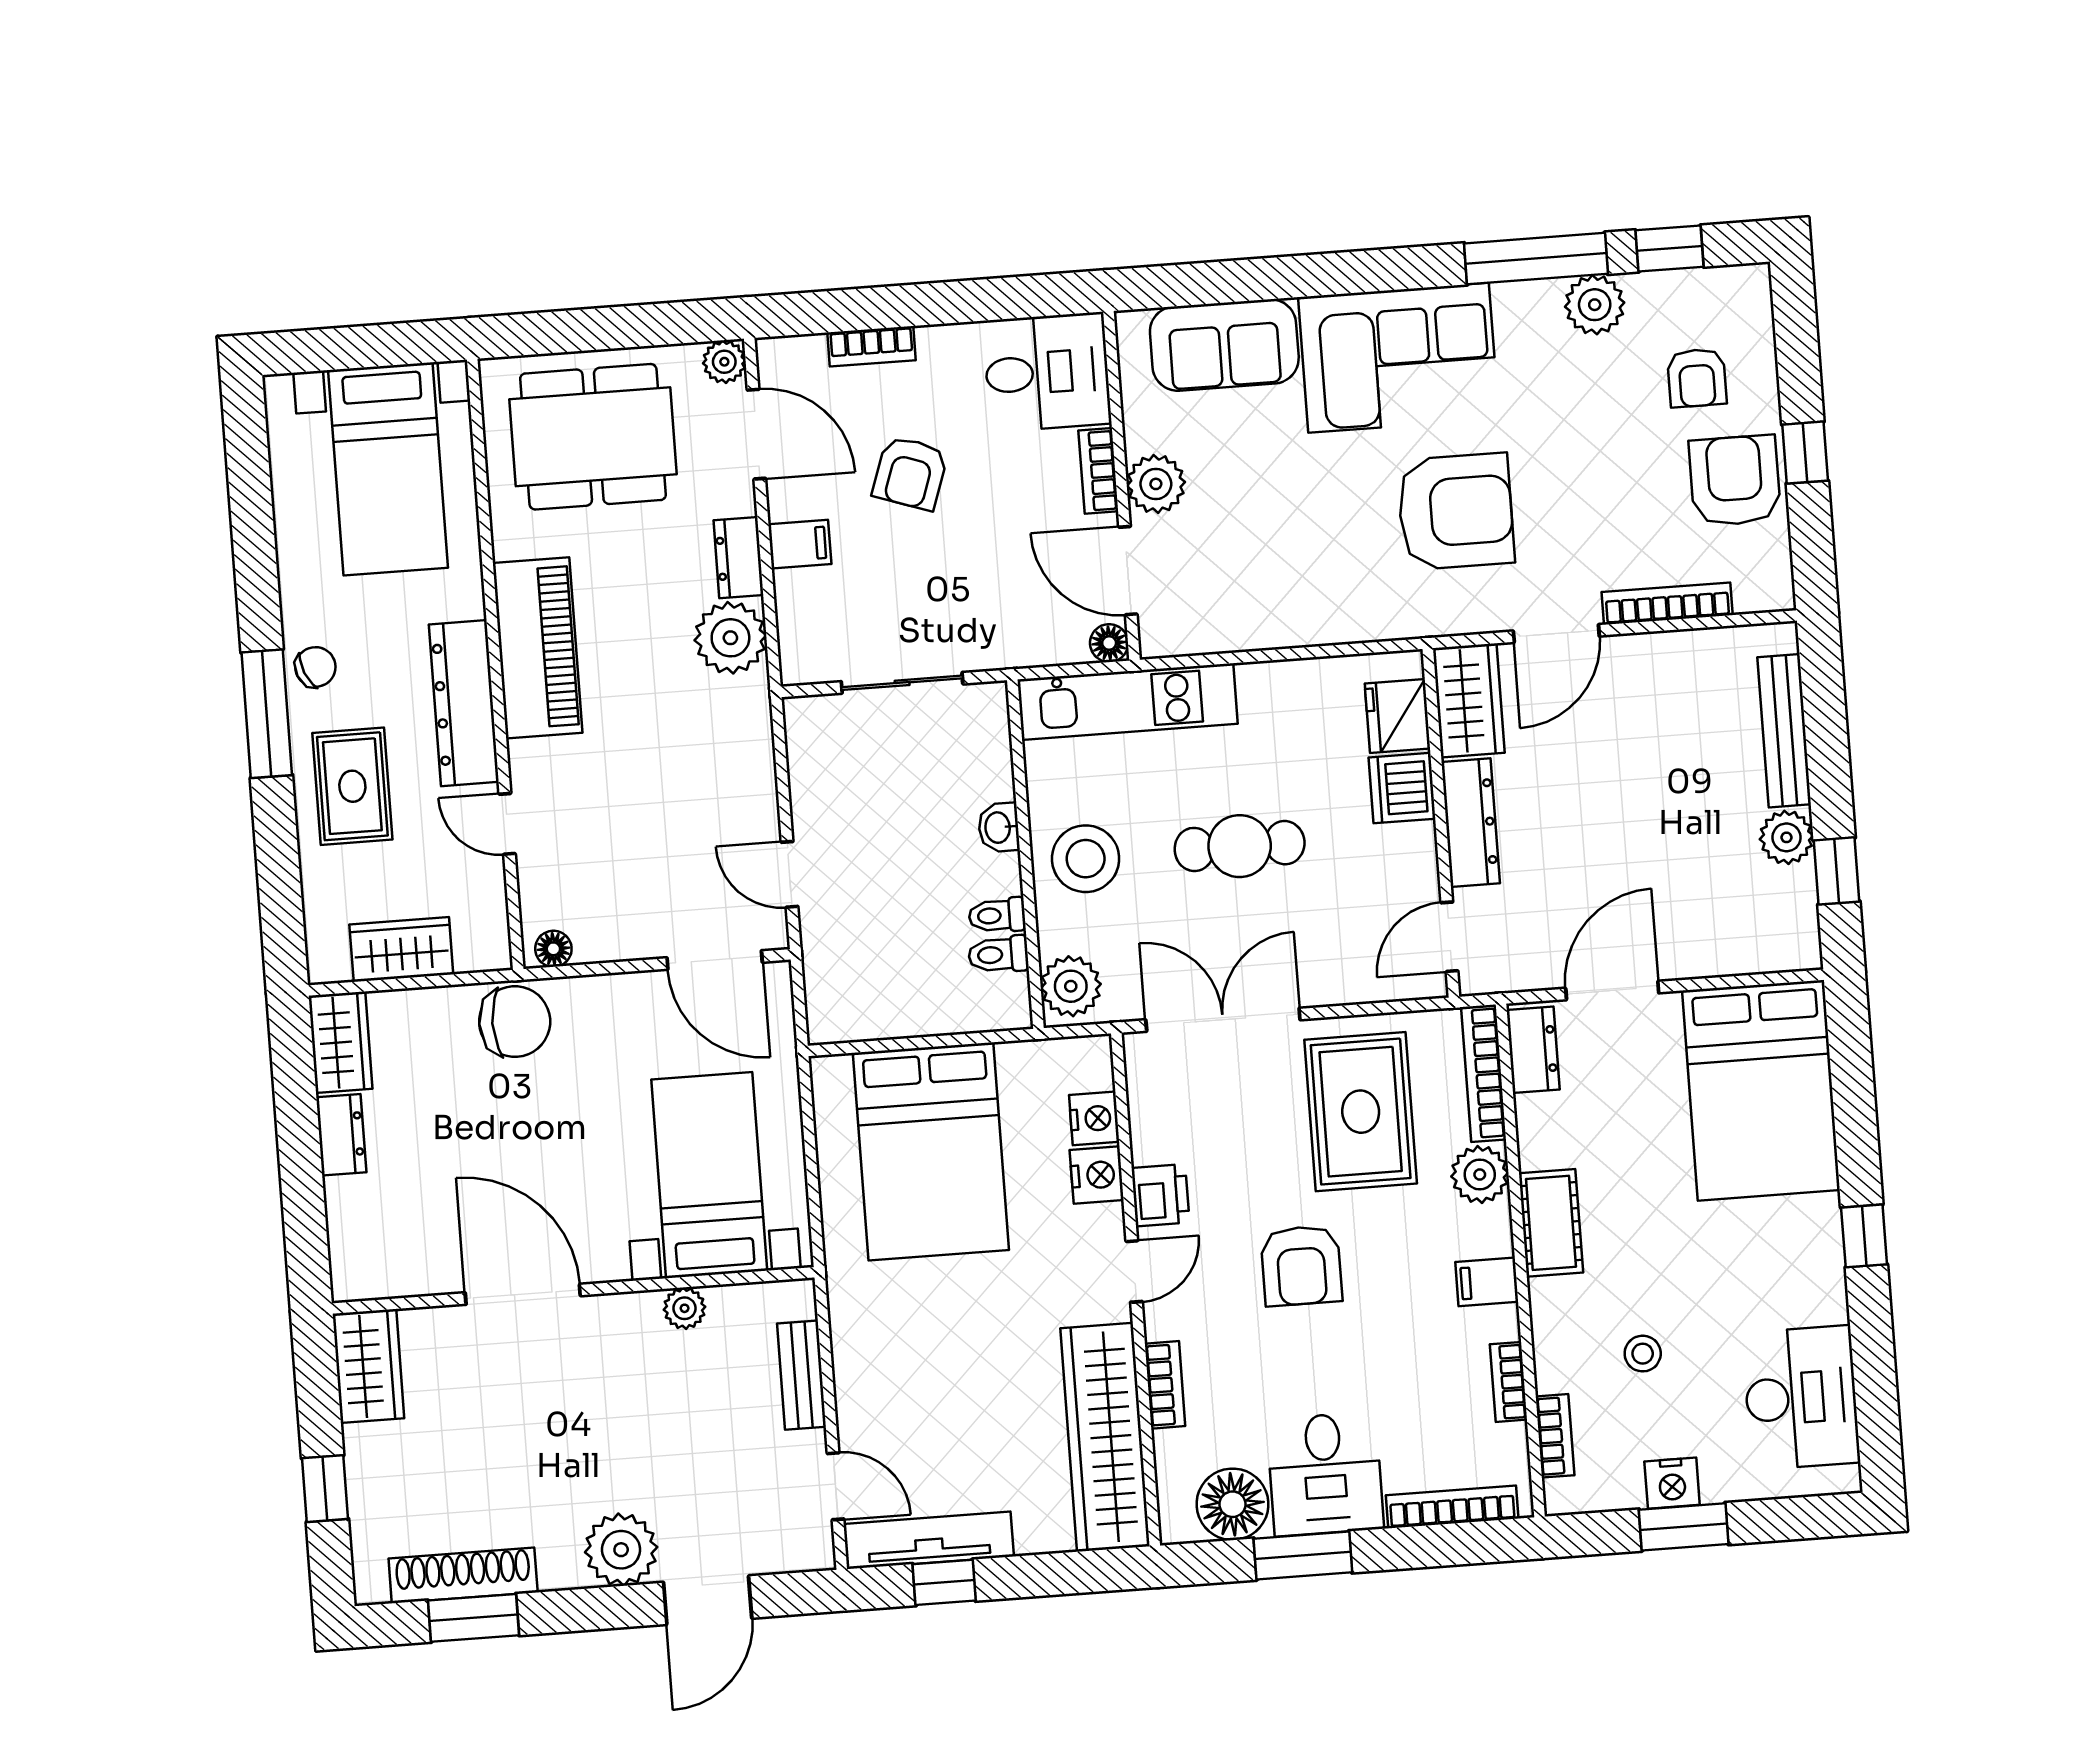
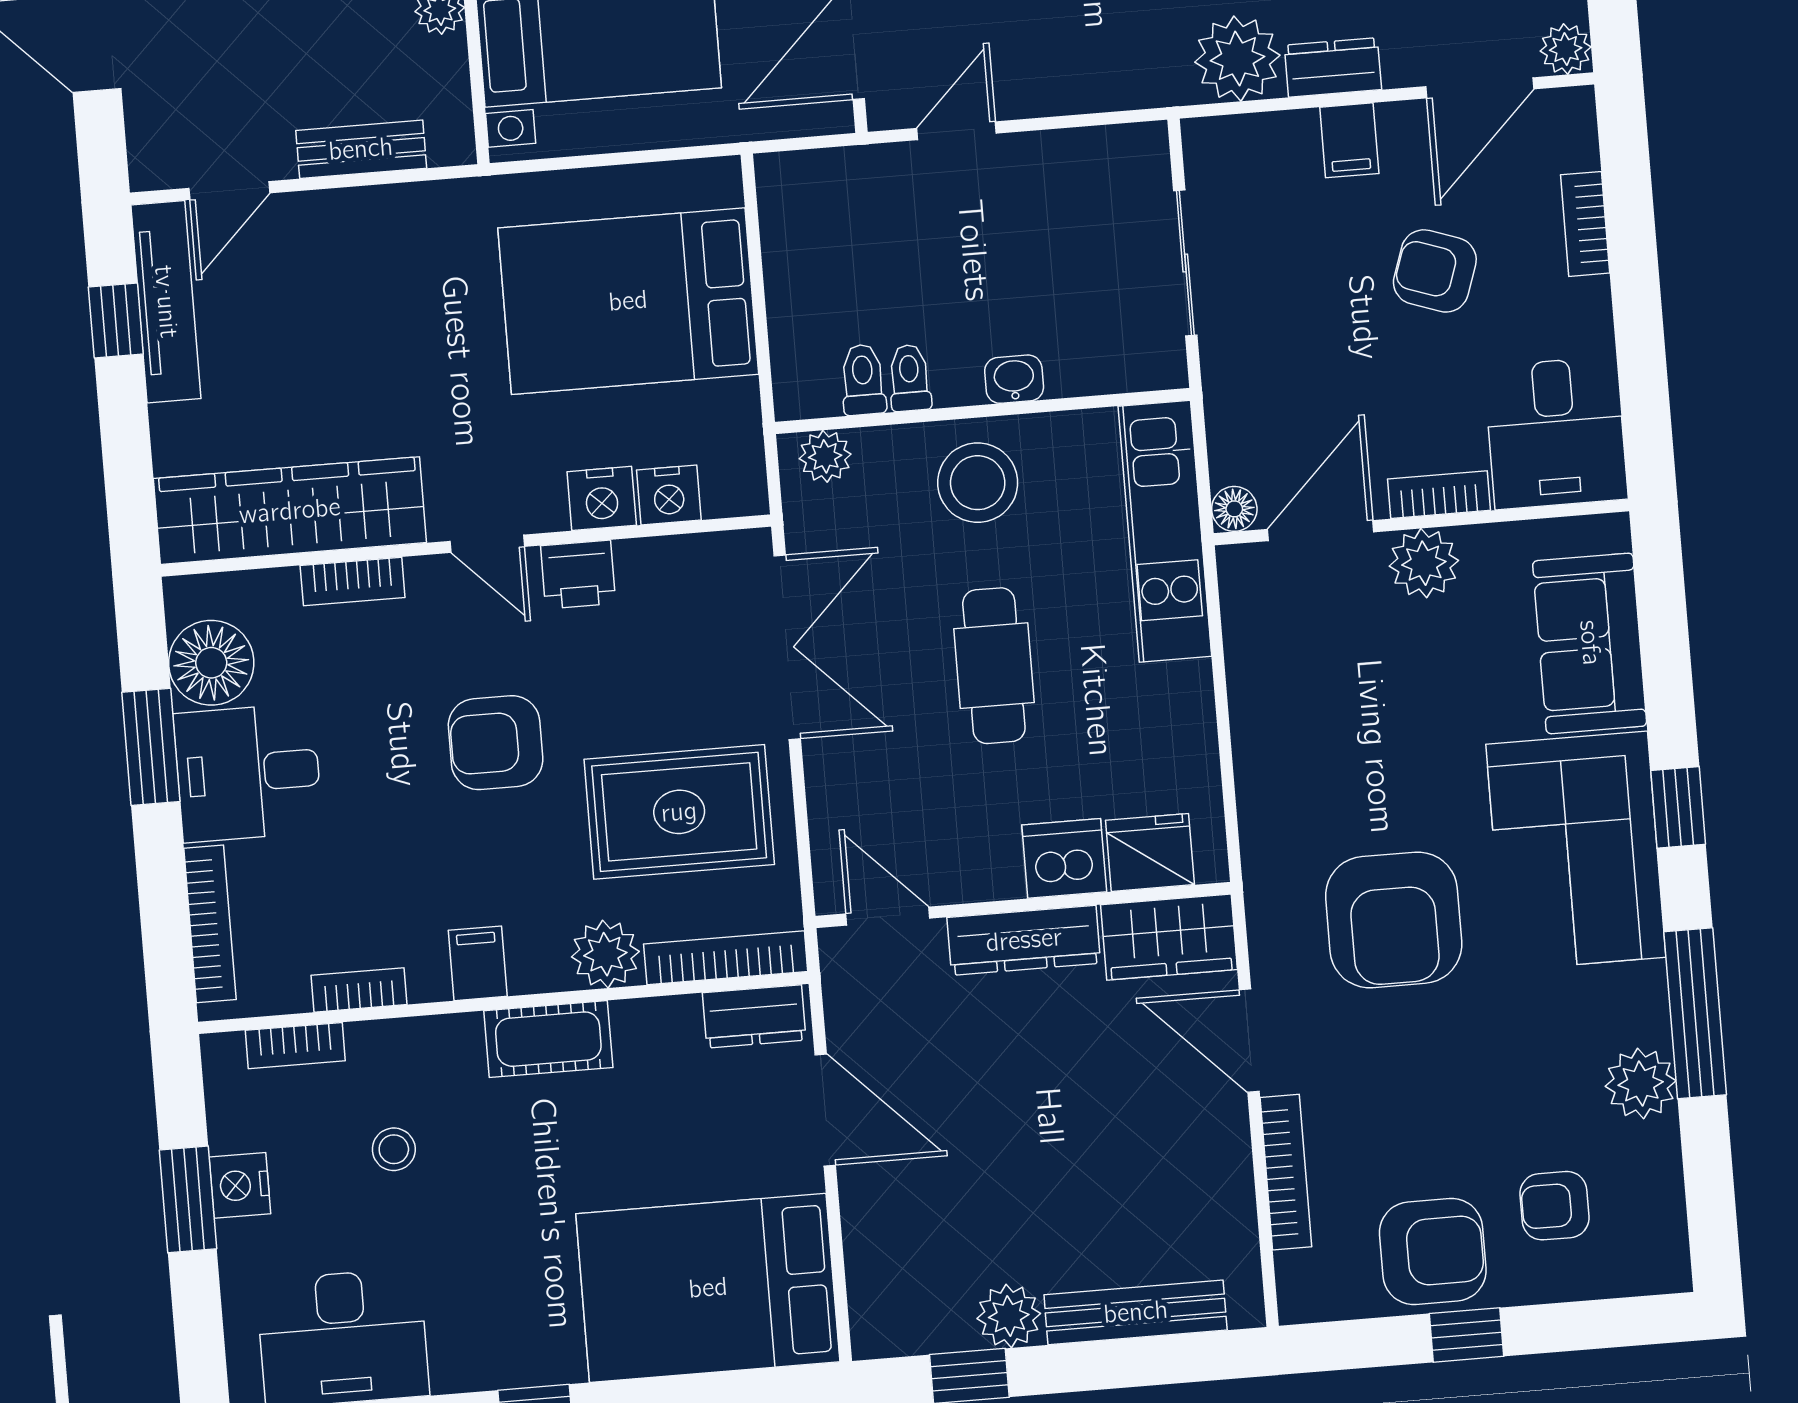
window: (1670, 248) -> (1678, 807), moved
plant: (1071, 986) -> (825, 456), width x0.73, depth x0.73

